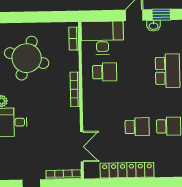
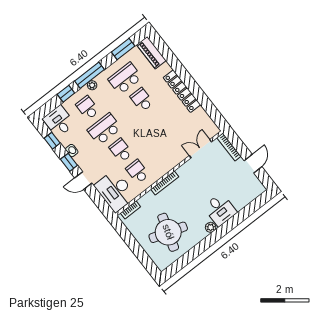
washbasin: (154, 26) -> (72, 151), moved
school desk: (137, 127) -> (121, 150), moved
locker: (127, 170) -> (182, 91), moved

